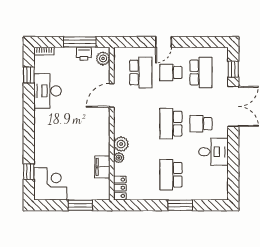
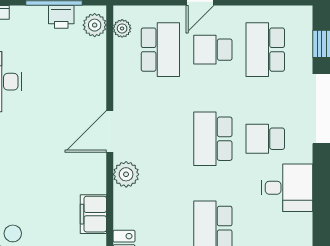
school desk: (201, 72) -> (265, 50), turned 180
door: (112, 95) -> (110, 131), moved
plant: (119, 158) -> (122, 28), moved

